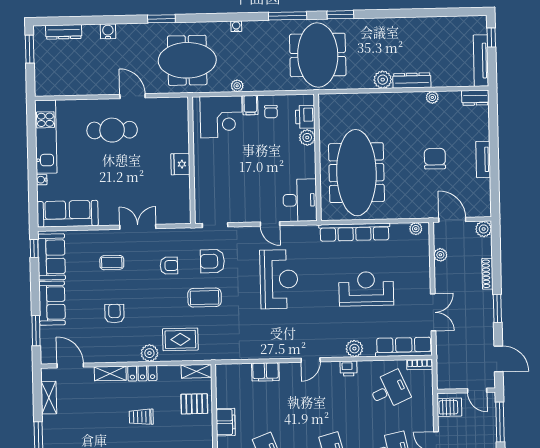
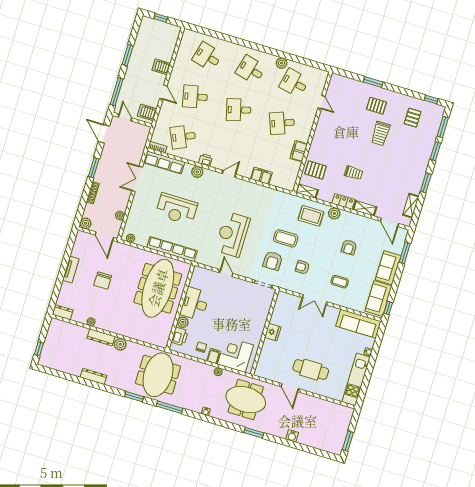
dresser: (64, 32) -> (93, 376), moved
tv unit: (481, 61) -> (51, 336), removed
desk: (300, 200) -> (195, 304), moved
armchair: (212, 261) -> (273, 261), turned 90

